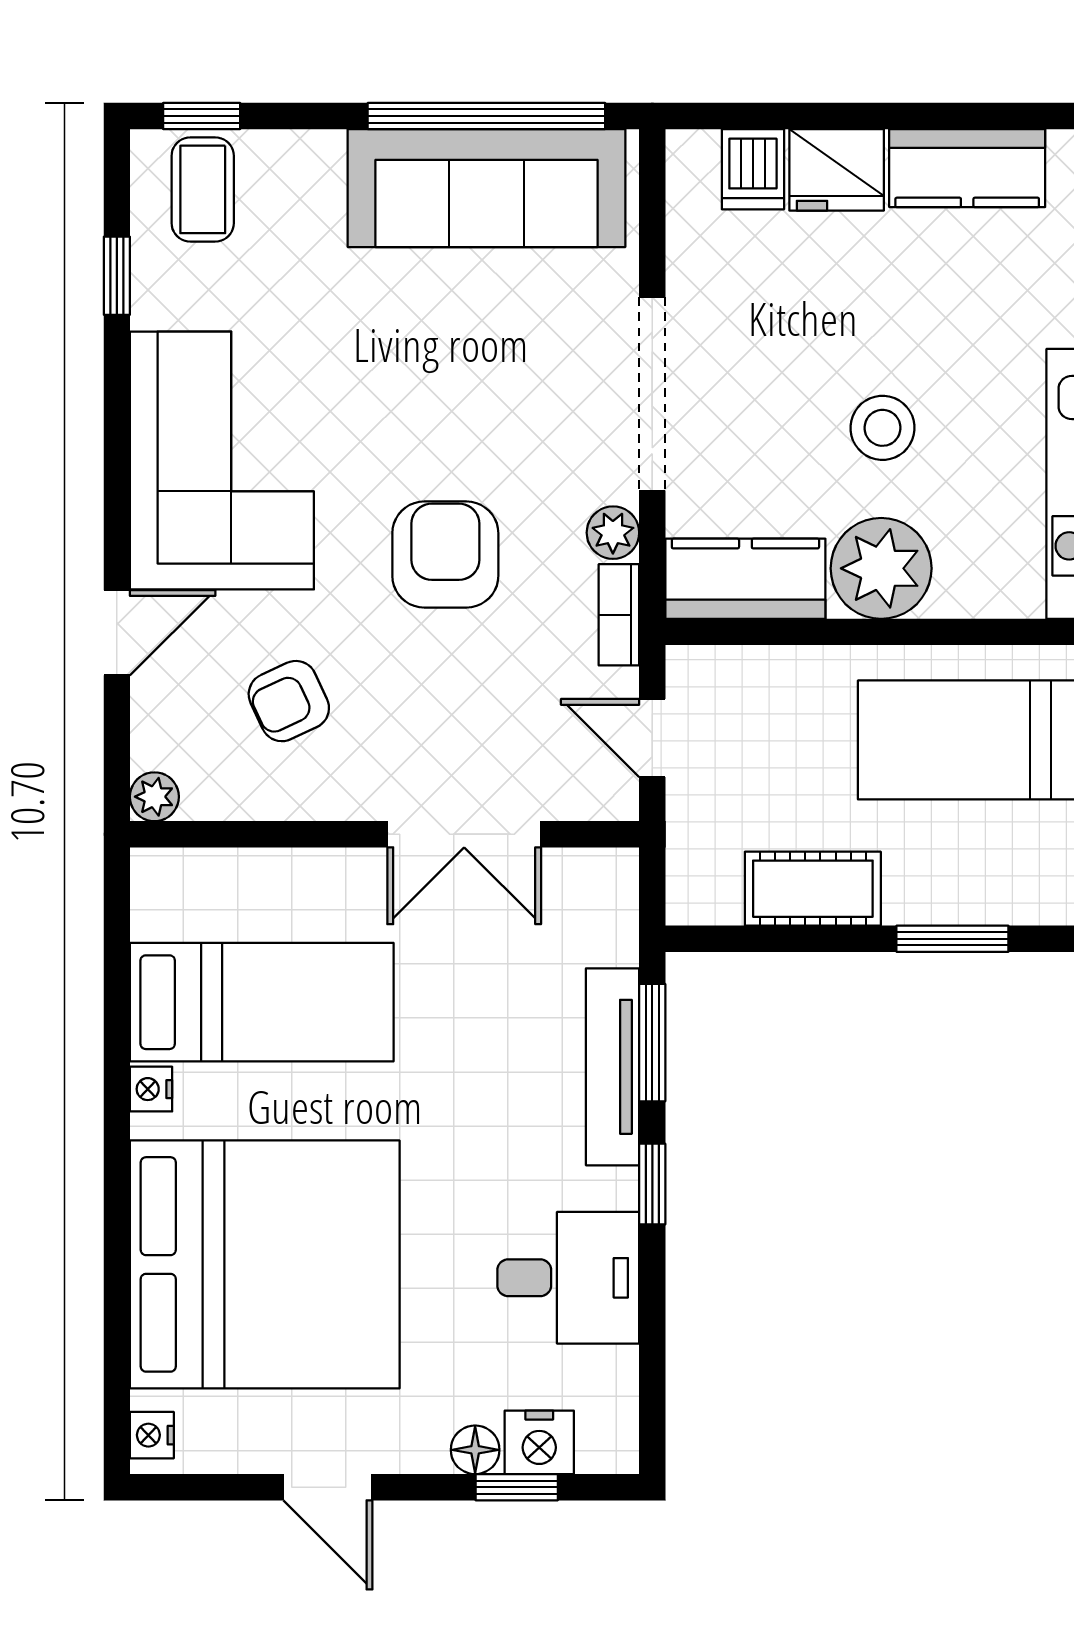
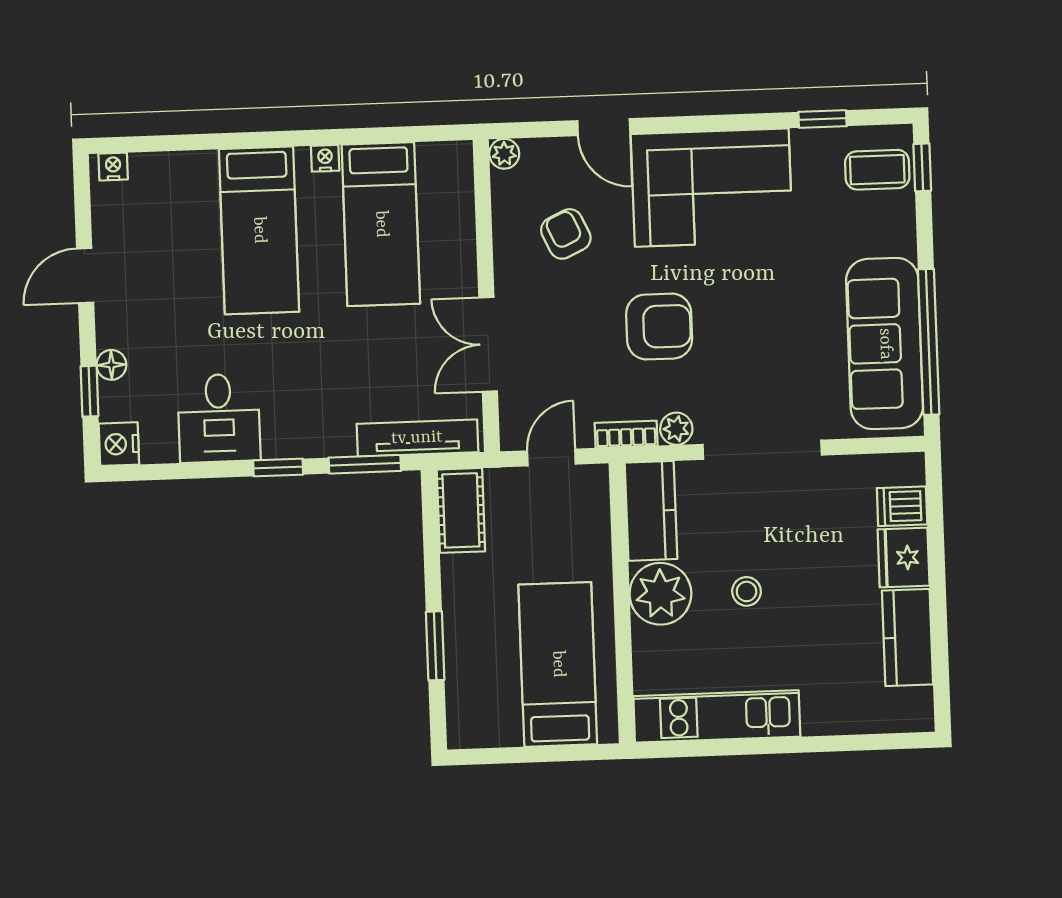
stool: (882, 428) -> (747, 591), width x0.73, depth x0.73
cot: (813, 889) -> (461, 510), moved
tv unit: (613, 1067) -> (417, 438), moved
bed: (265, 1264) -> (259, 230), width x0.49
nightstand: (539, 1442) -> (119, 444), moved

